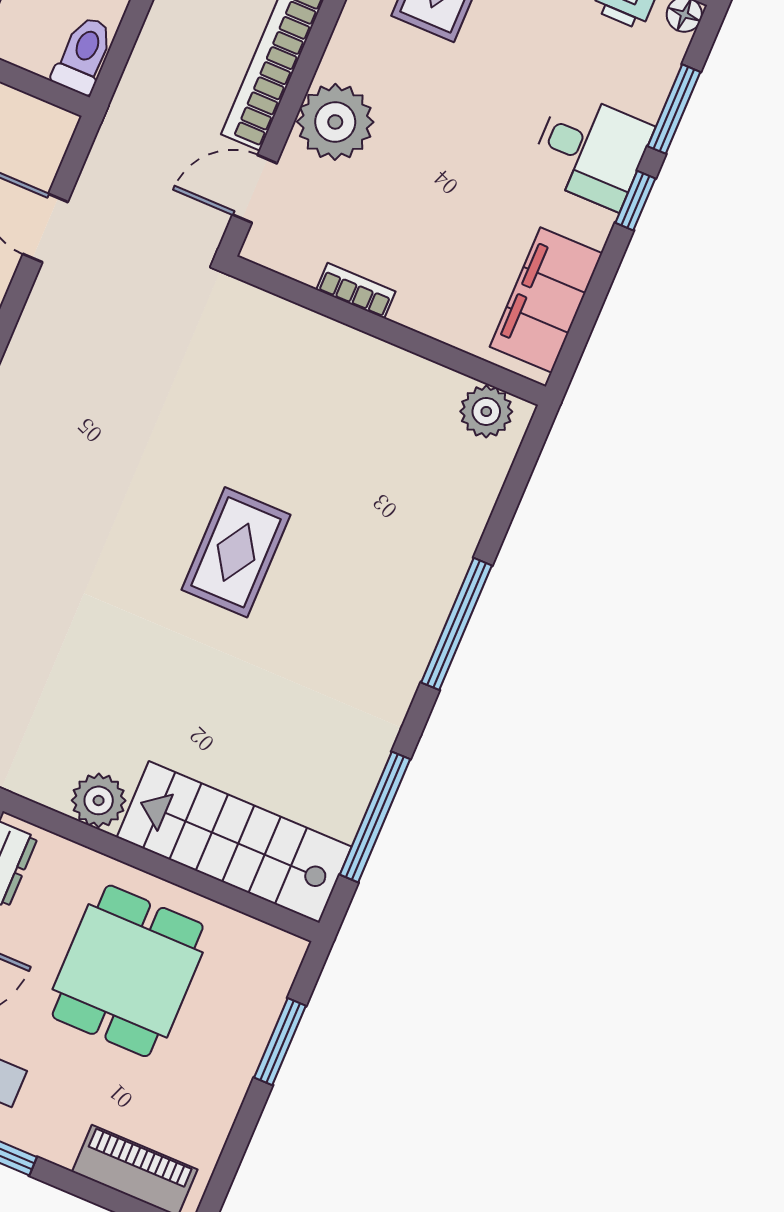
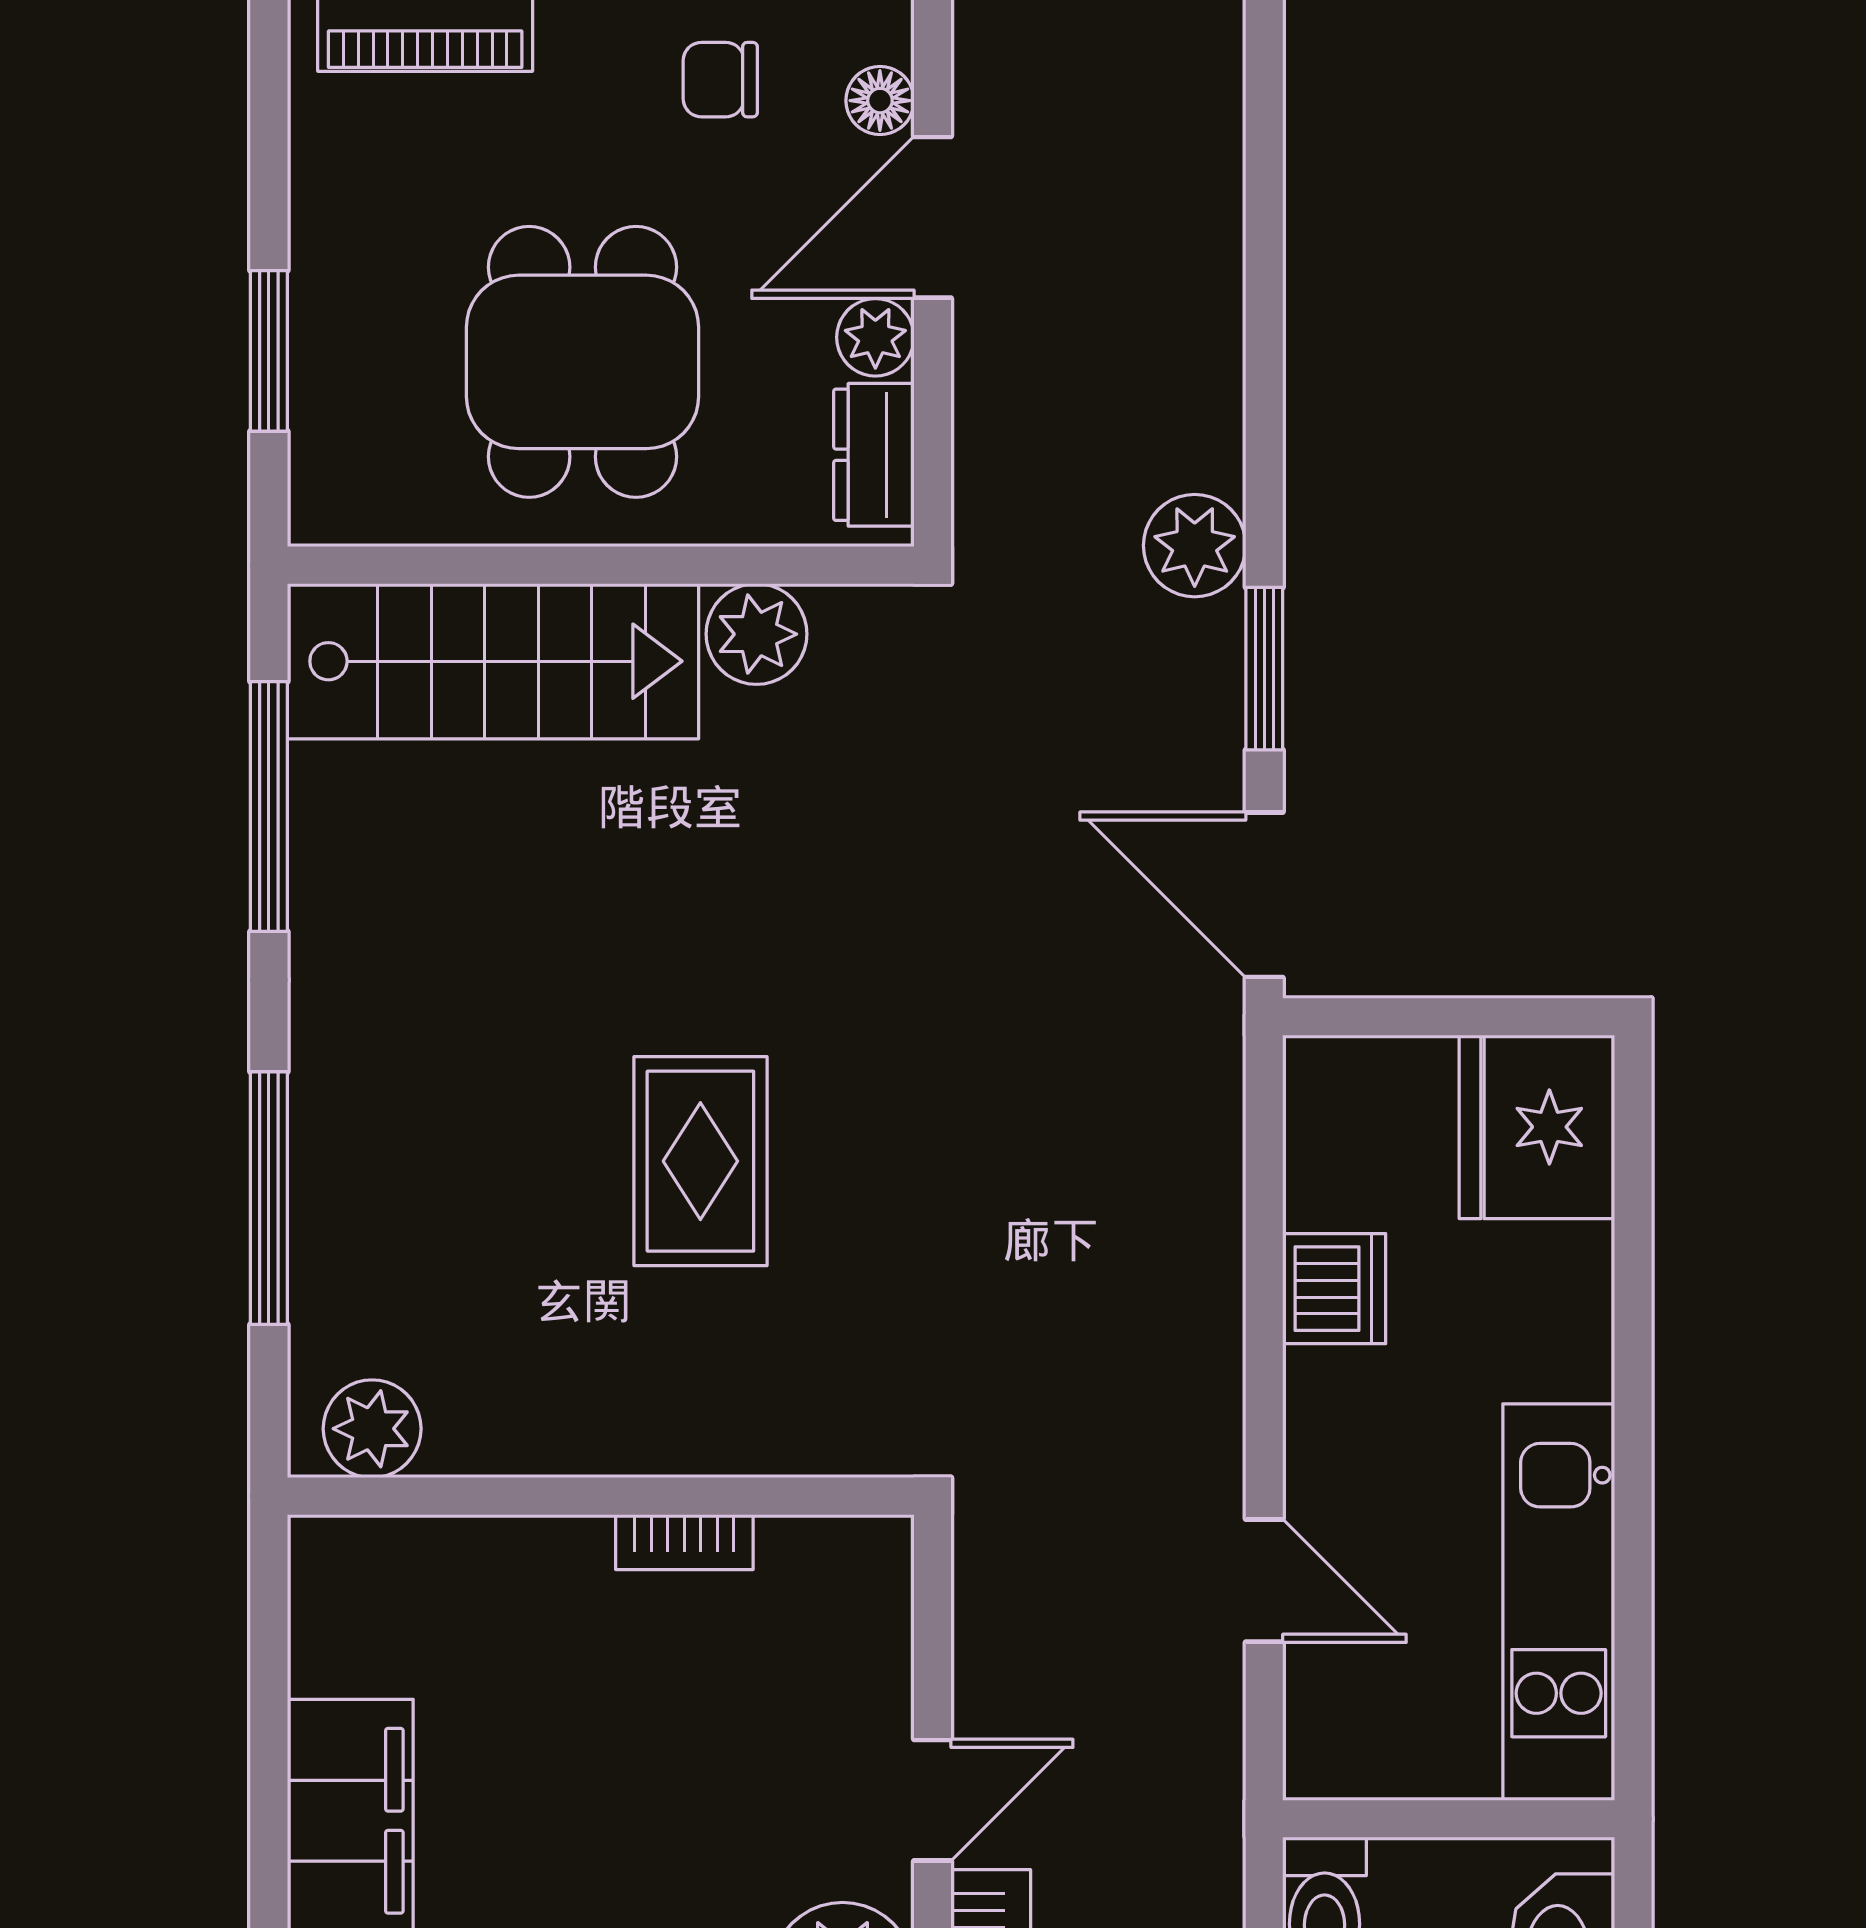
bookcase: (356, 291) -> (684, 1542), moved
wall: (388, 331) -> (601, 1496), moved
plant: (486, 411) -> (372, 1429), moved

